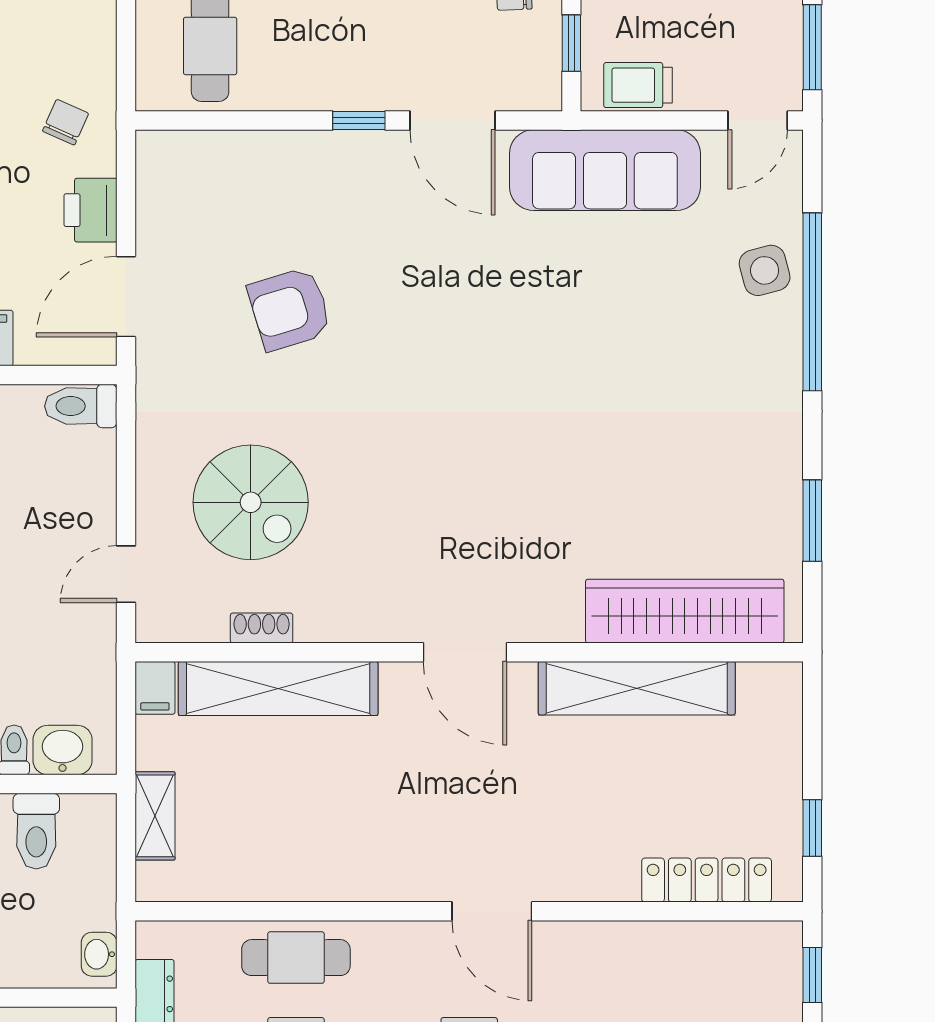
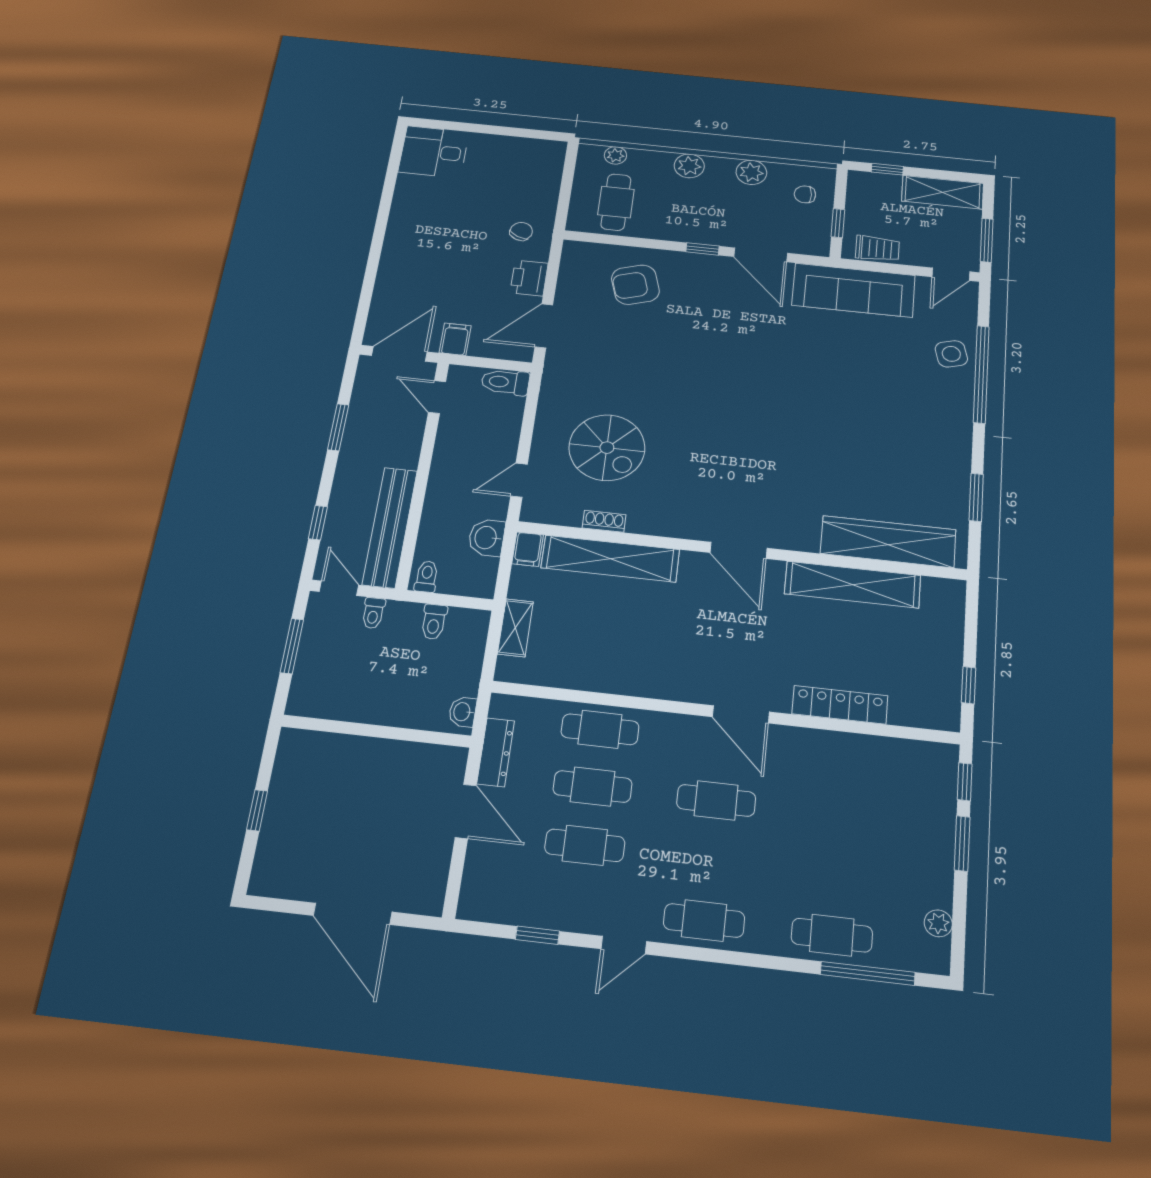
trolley: (638, 85) -> (877, 249), turned 180
armchair: (290, 309) -> (635, 285), moved
washbasin: (63, 750) -> (487, 538), moved, turned -90
toilet: (36, 831) -> (434, 622), width x0.73, depth x0.72
locker: (707, 880) -> (840, 705), moved

